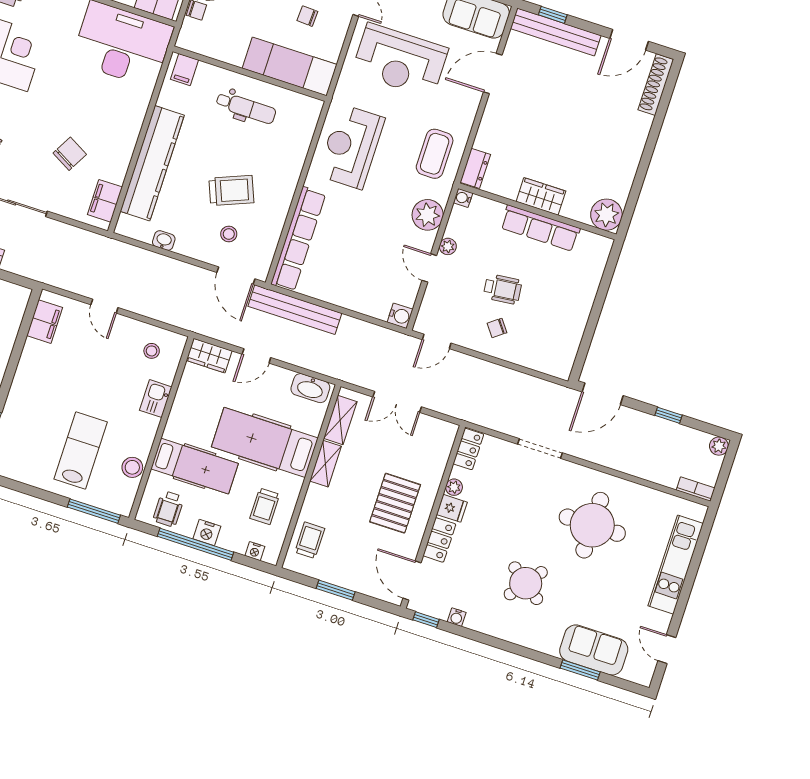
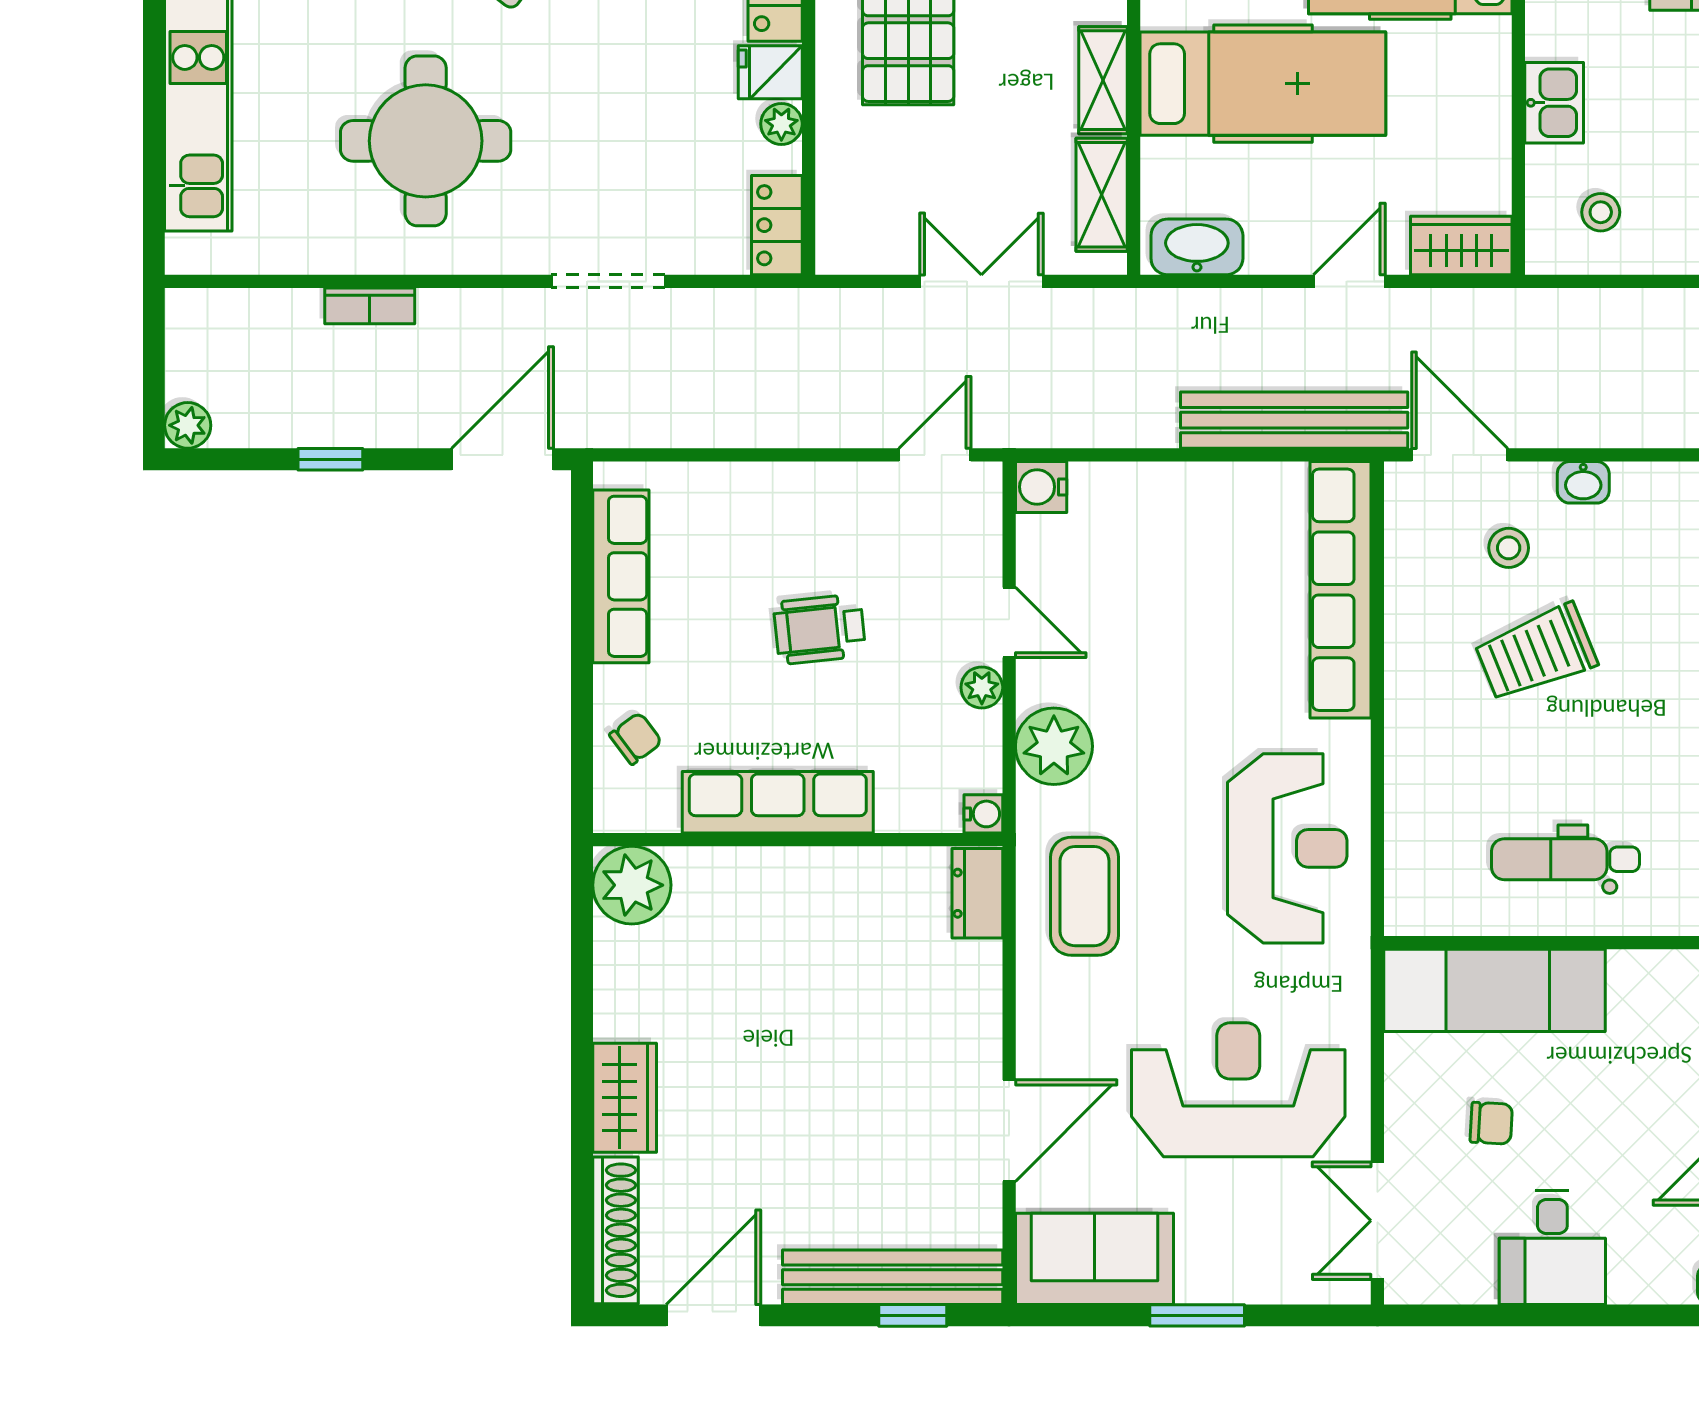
wardrobe: (541, 196) -> (625, 1098), moved, turned -90
washbasin: (164, 241) -> (1583, 482), moved
chair: (497, 328) -> (636, 738), moved
row of seats: (572, 334) -> (621, 576), added
bookcase: (696, 489) -> (370, 306), moved

